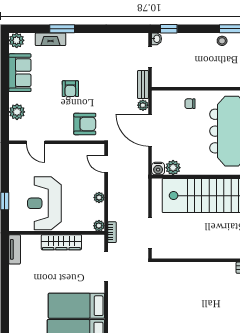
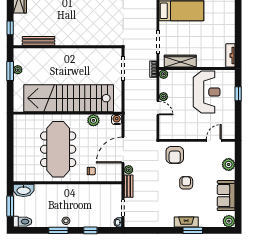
window: (169, 29) -> (90, 230), moved
fireplace: (50, 39) -> (186, 222), moved
armchair: (85, 124) -> (175, 155), turned -90
door: (150, 130) -> (123, 150), swing flipped
door: (36, 142) -> (214, 140), hinge flipped
door: (106, 164) -> (158, 108), moved
plant: (173, 168) -> (93, 120), moved
wardrobe: (61, 242) -> (180, 61), moved

